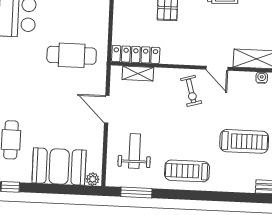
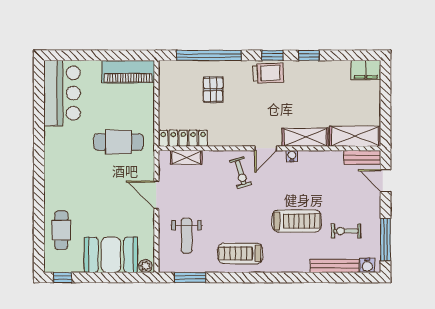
door: (217, 68) -> (266, 148), hinge flipped
water cooler: (262, 78) -> (292, 156), moved
weight bench: (135, 151) -> (186, 236), turned 180

